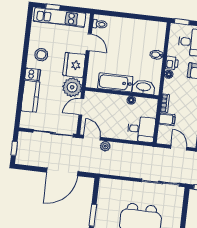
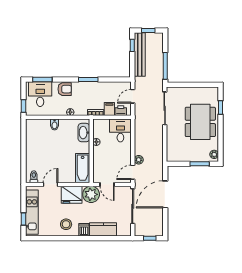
printer: (172, 63) -> (121, 111), moved
bathtub: (115, 82) -> (83, 168), moved
door: (62, 172) -> (165, 194), swing flipped

